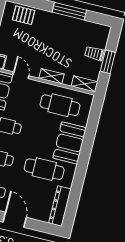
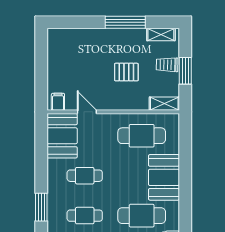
pallet: (24, 15) -> (126, 72), moved
shelving: (51, 76) -> (161, 34), moved

